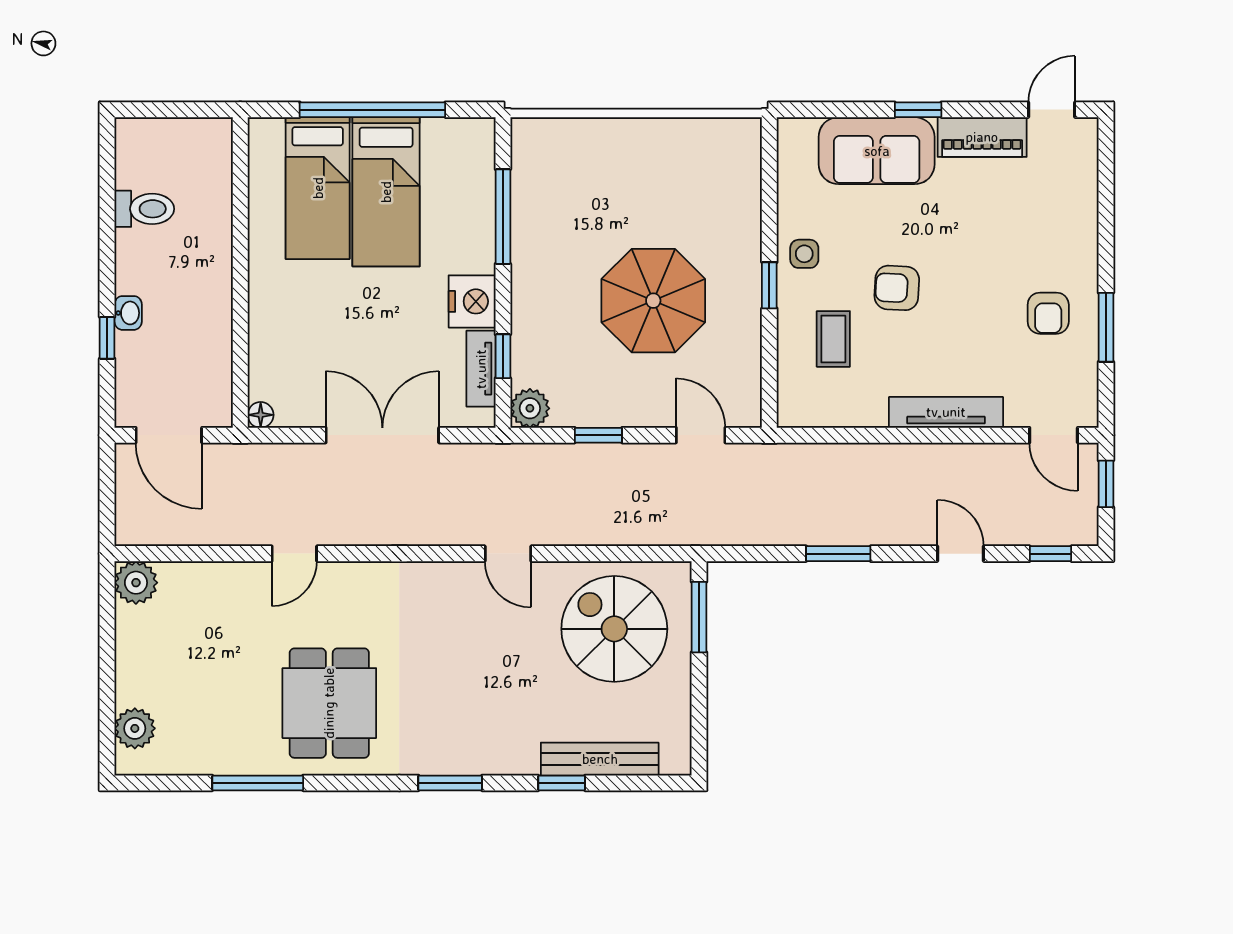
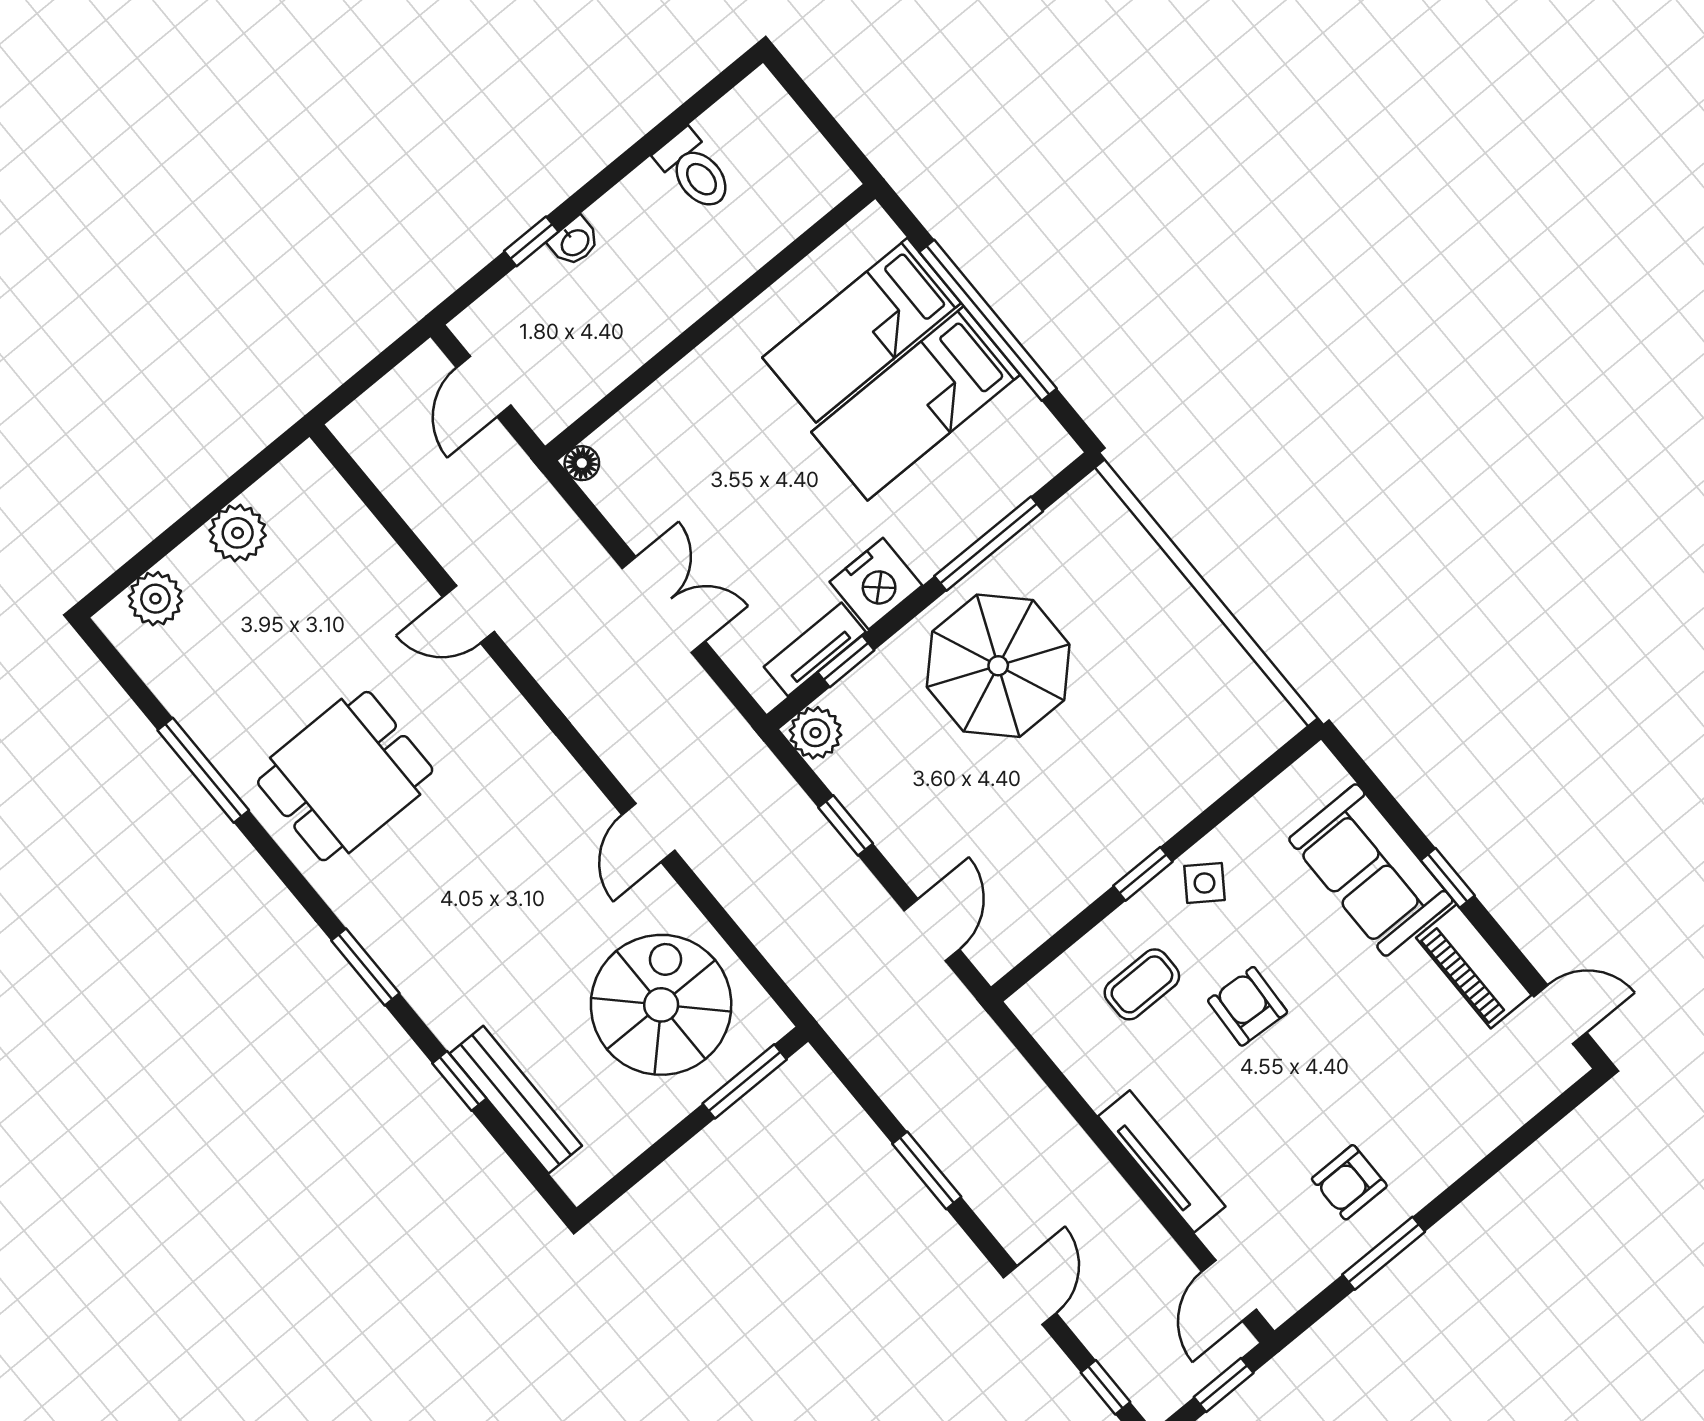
side table: (804, 254) -> (1204, 883), turned 35
parasol: (653, 301) -> (998, 666), moved
door: (169, 435) -> (484, 386), width x0.73
double door: (382, 435) -> (664, 605), width x0.73
plant: (136, 583) -> (238, 533), moved

